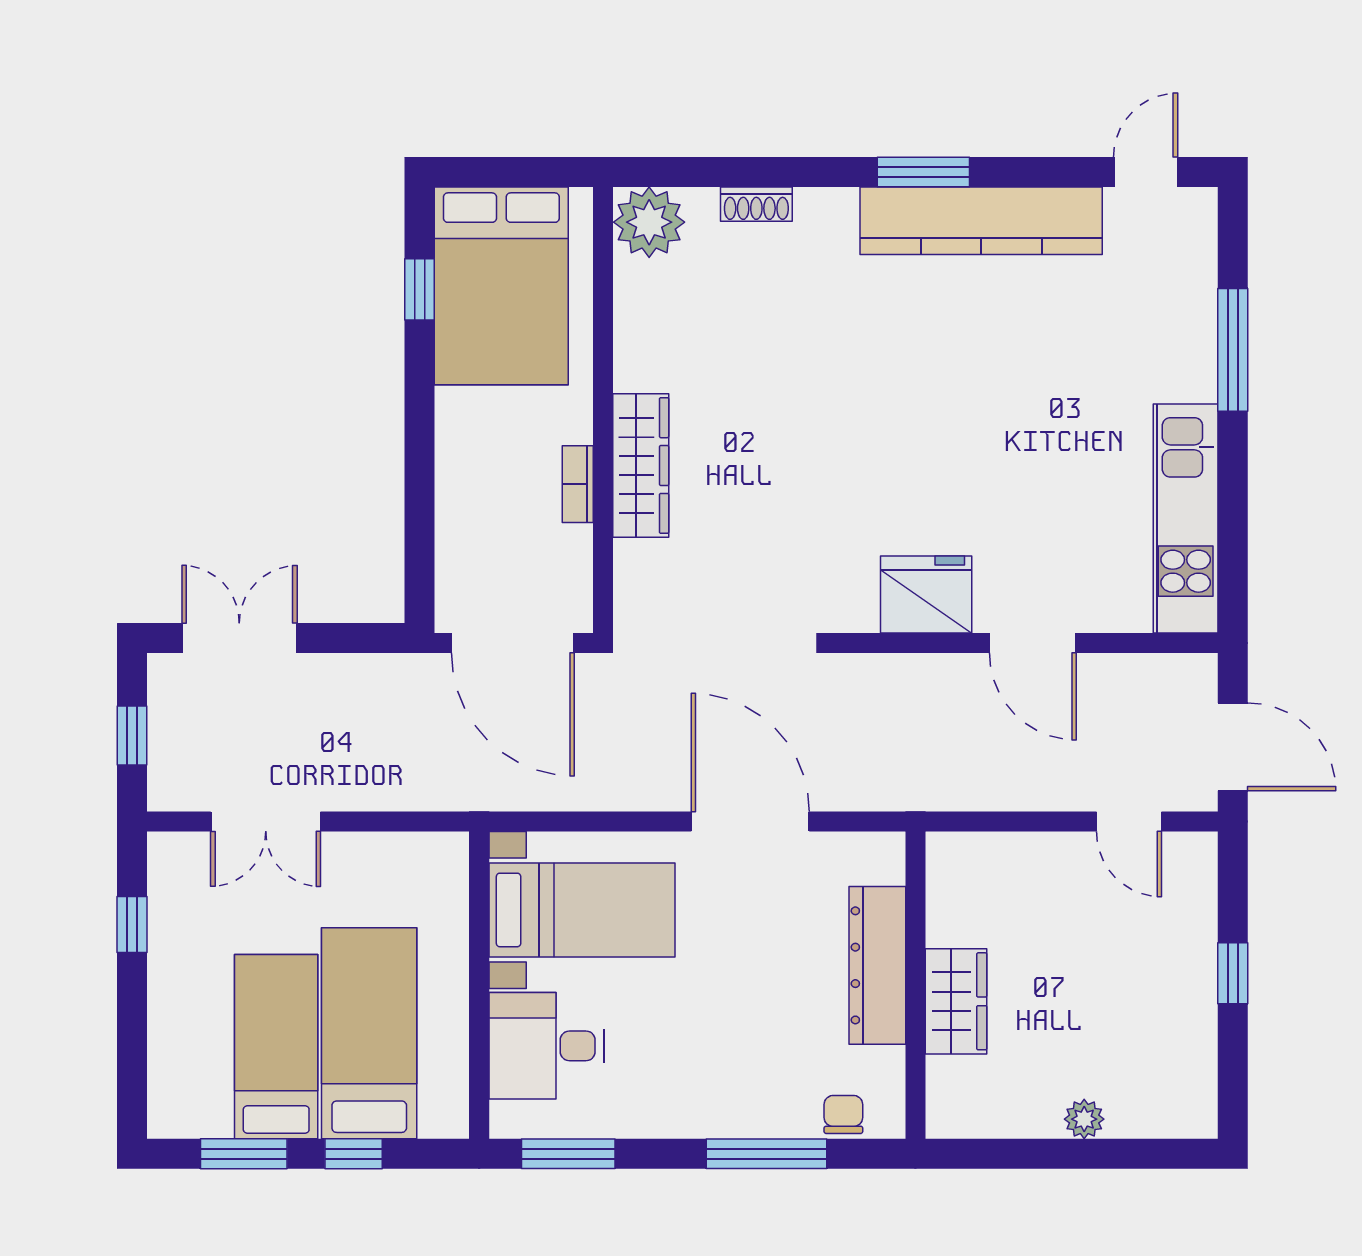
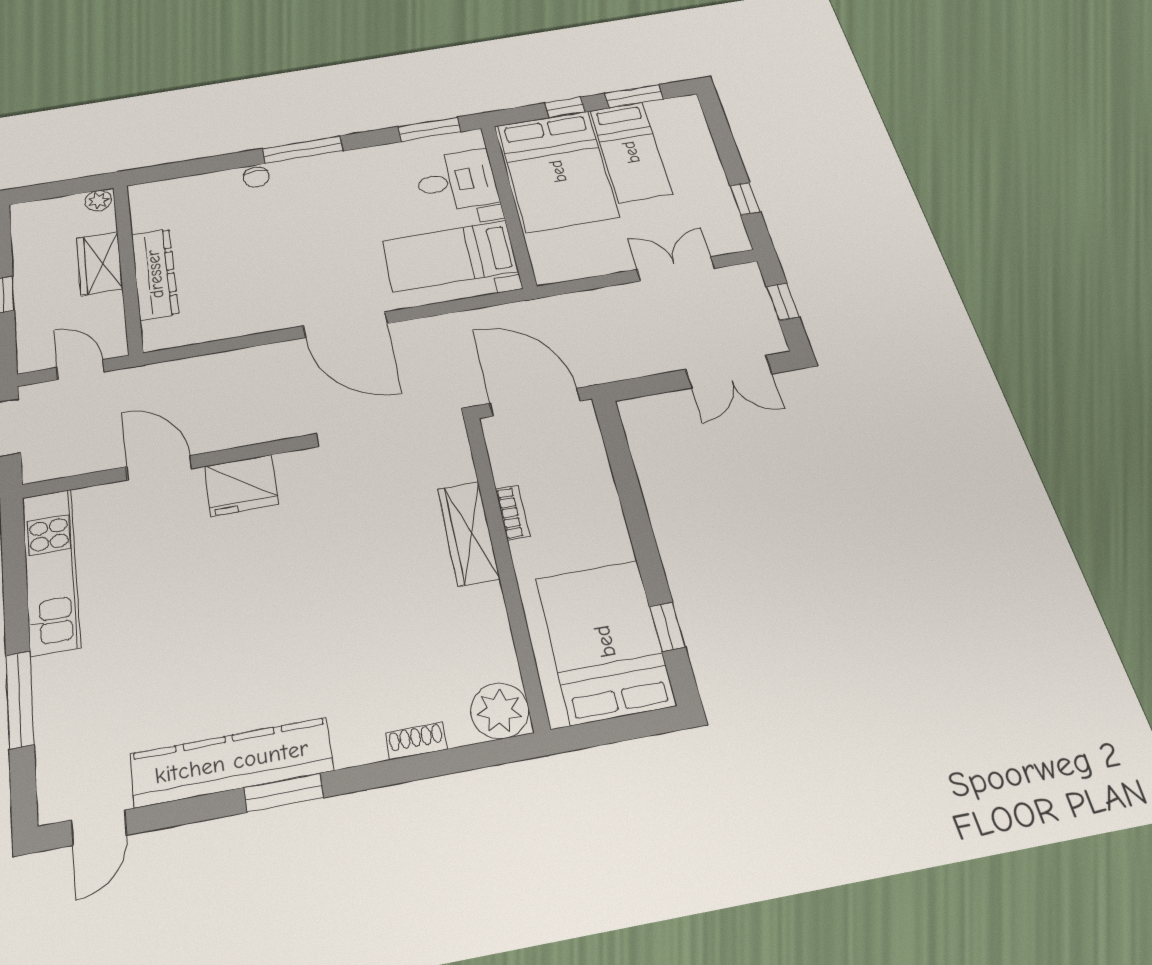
dresser: (877, 965) -> (155, 274), moved
wall: (915, 985) -> (128, 268), moved
wardrobe: (956, 1001) -> (100, 263), moved
bed: (369, 1033) -> (558, 171), width x1.50

